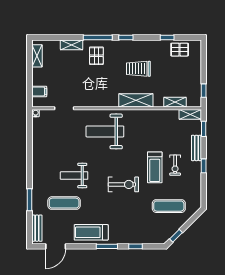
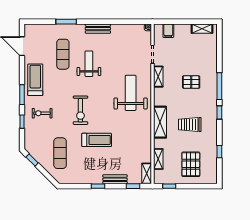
shelving: (72, 45) -> (158, 77), moved
pallet: (180, 50) -> (191, 164), moved, width x1.50, depth x1.42
pallet: (96, 56) -> (191, 82), moved
trolley: (138, 69) -> (190, 125), turned -90
exercise bike: (175, 165) -> (42, 113), moved
treadmill: (155, 167) -> (97, 140), turned 180
bench: (37, 228) -> (98, 29), moved

